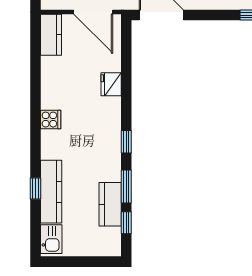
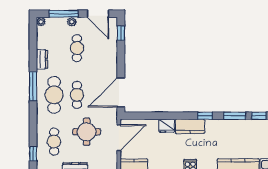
kitchen counter: (110, 204) -> (190, 126), moved

